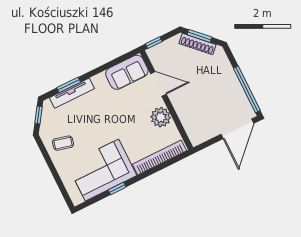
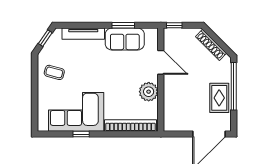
window: (199, 36) -> (216, 39), removed
sofa: (127, 72) -> (125, 39), moved
window: (69, 85) -> (123, 25), moved
window: (247, 89) -> (234, 86), moved
rug: (230, 90) -> (219, 98), added

